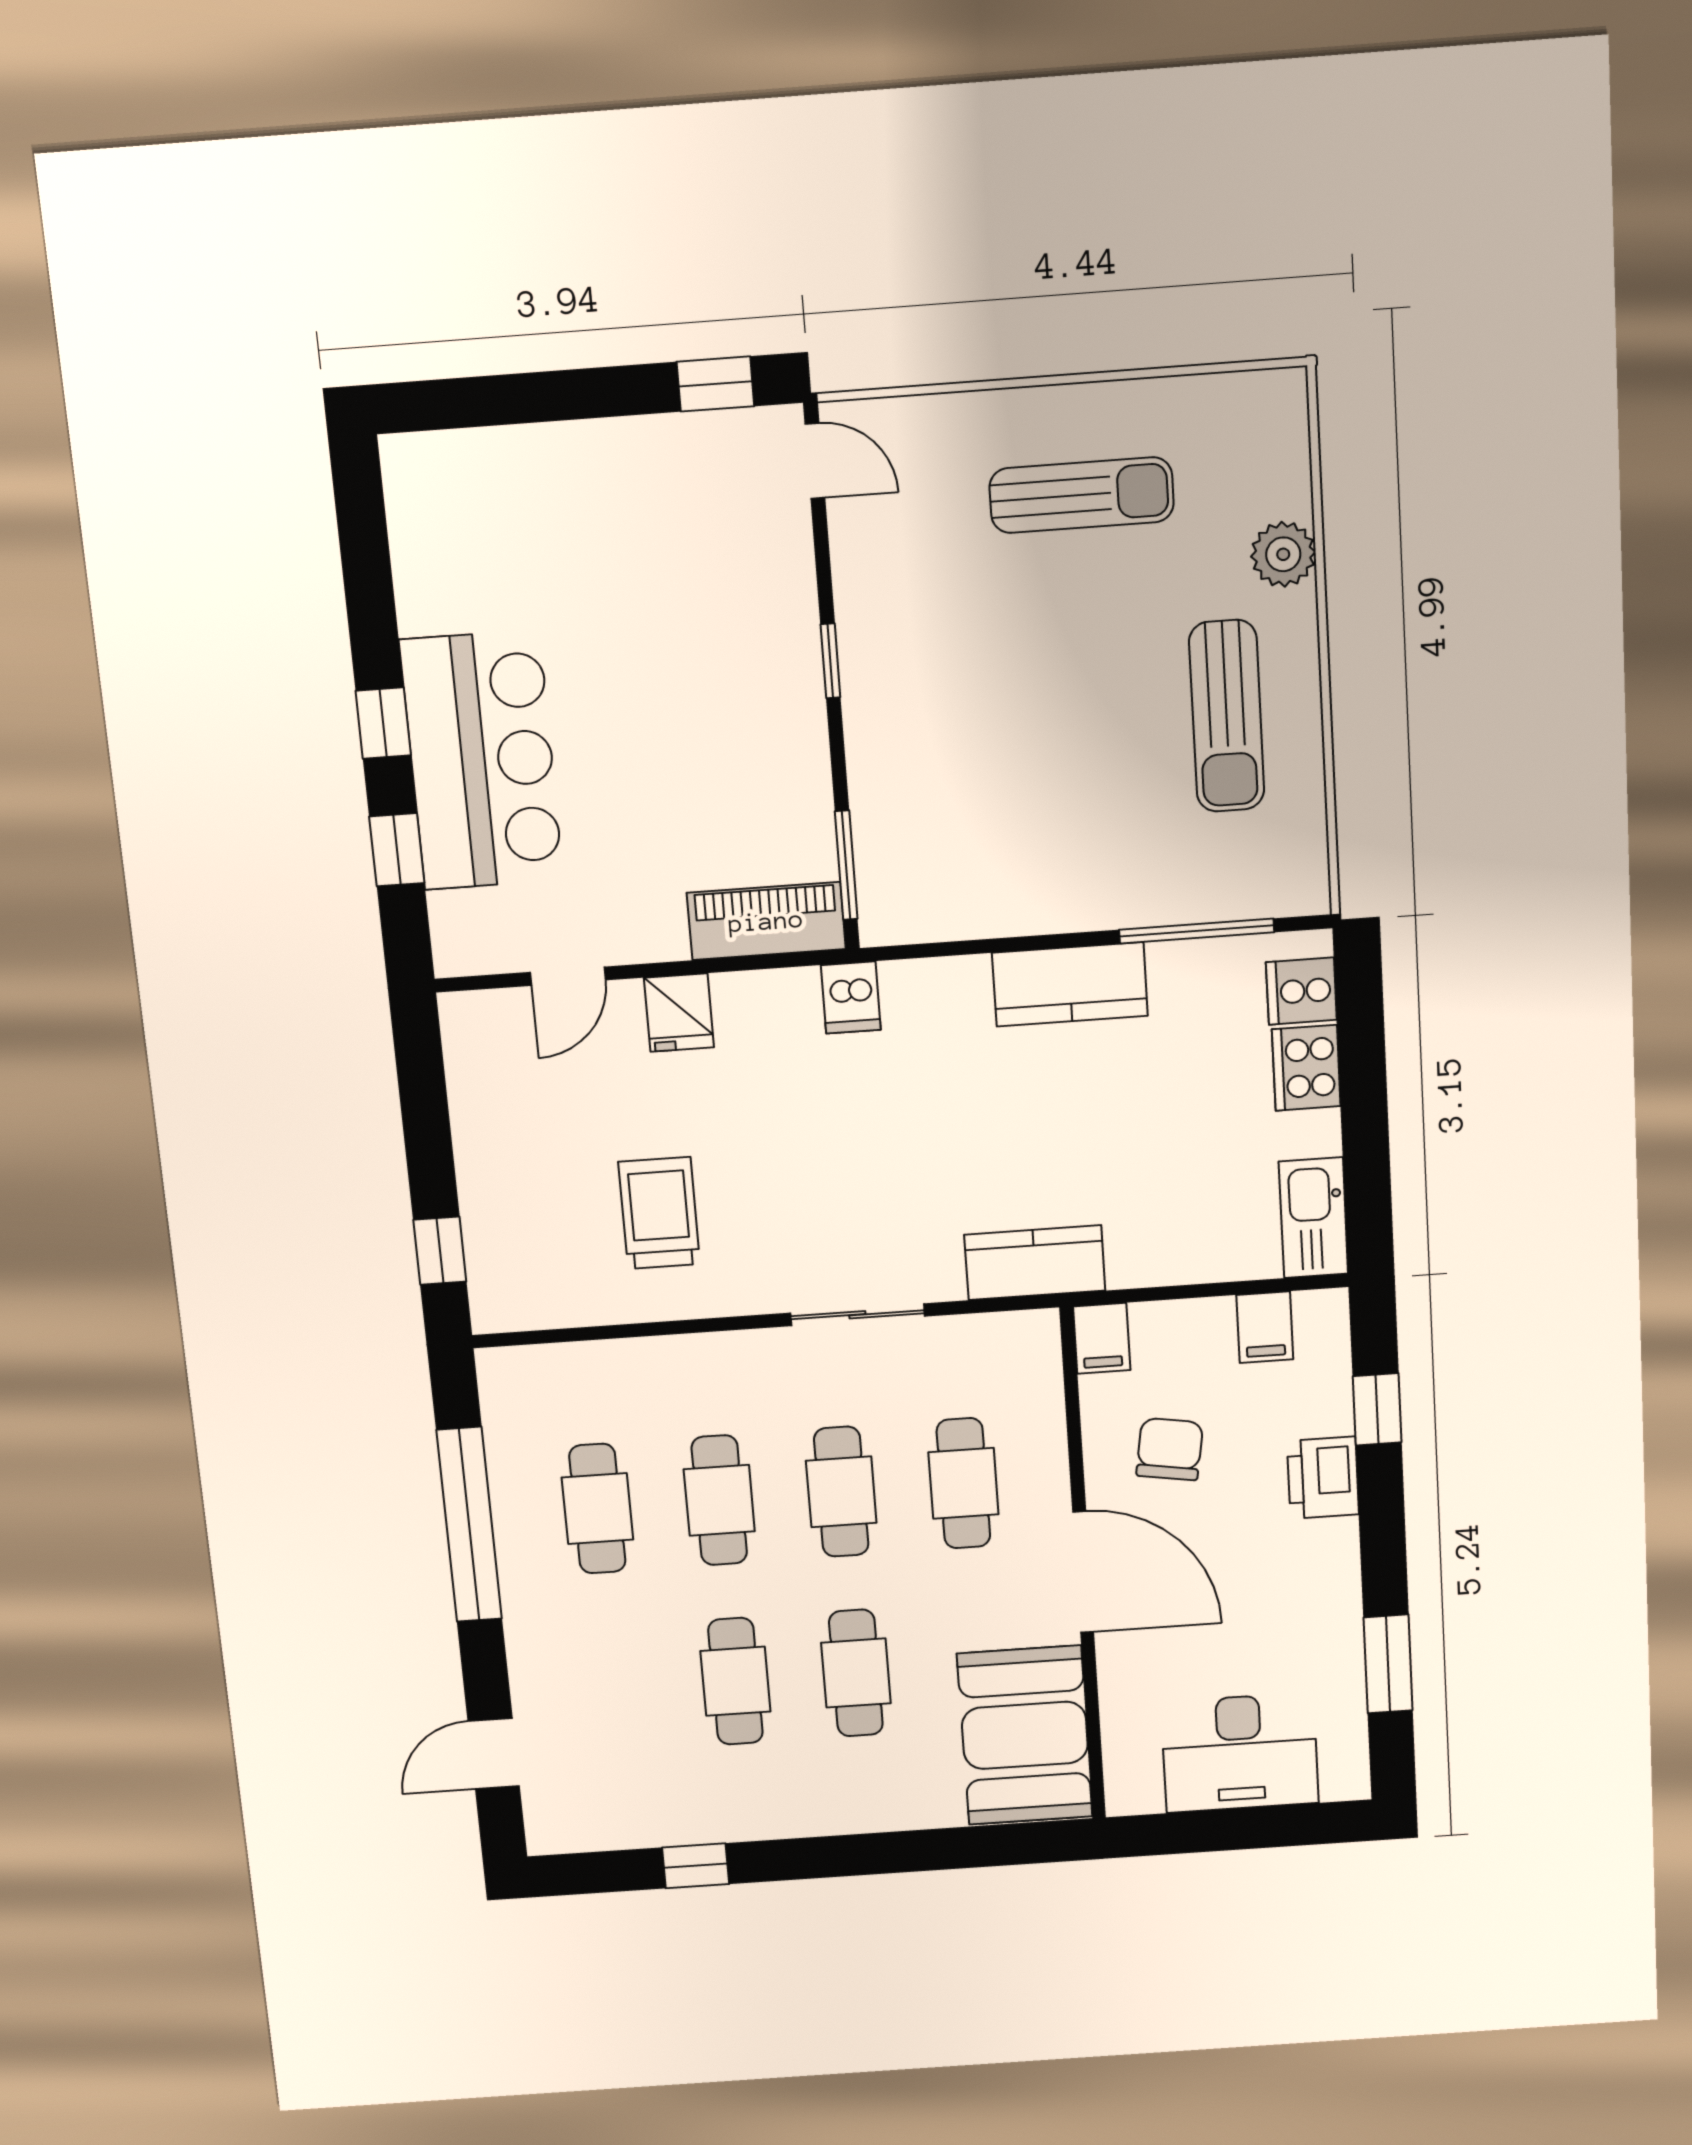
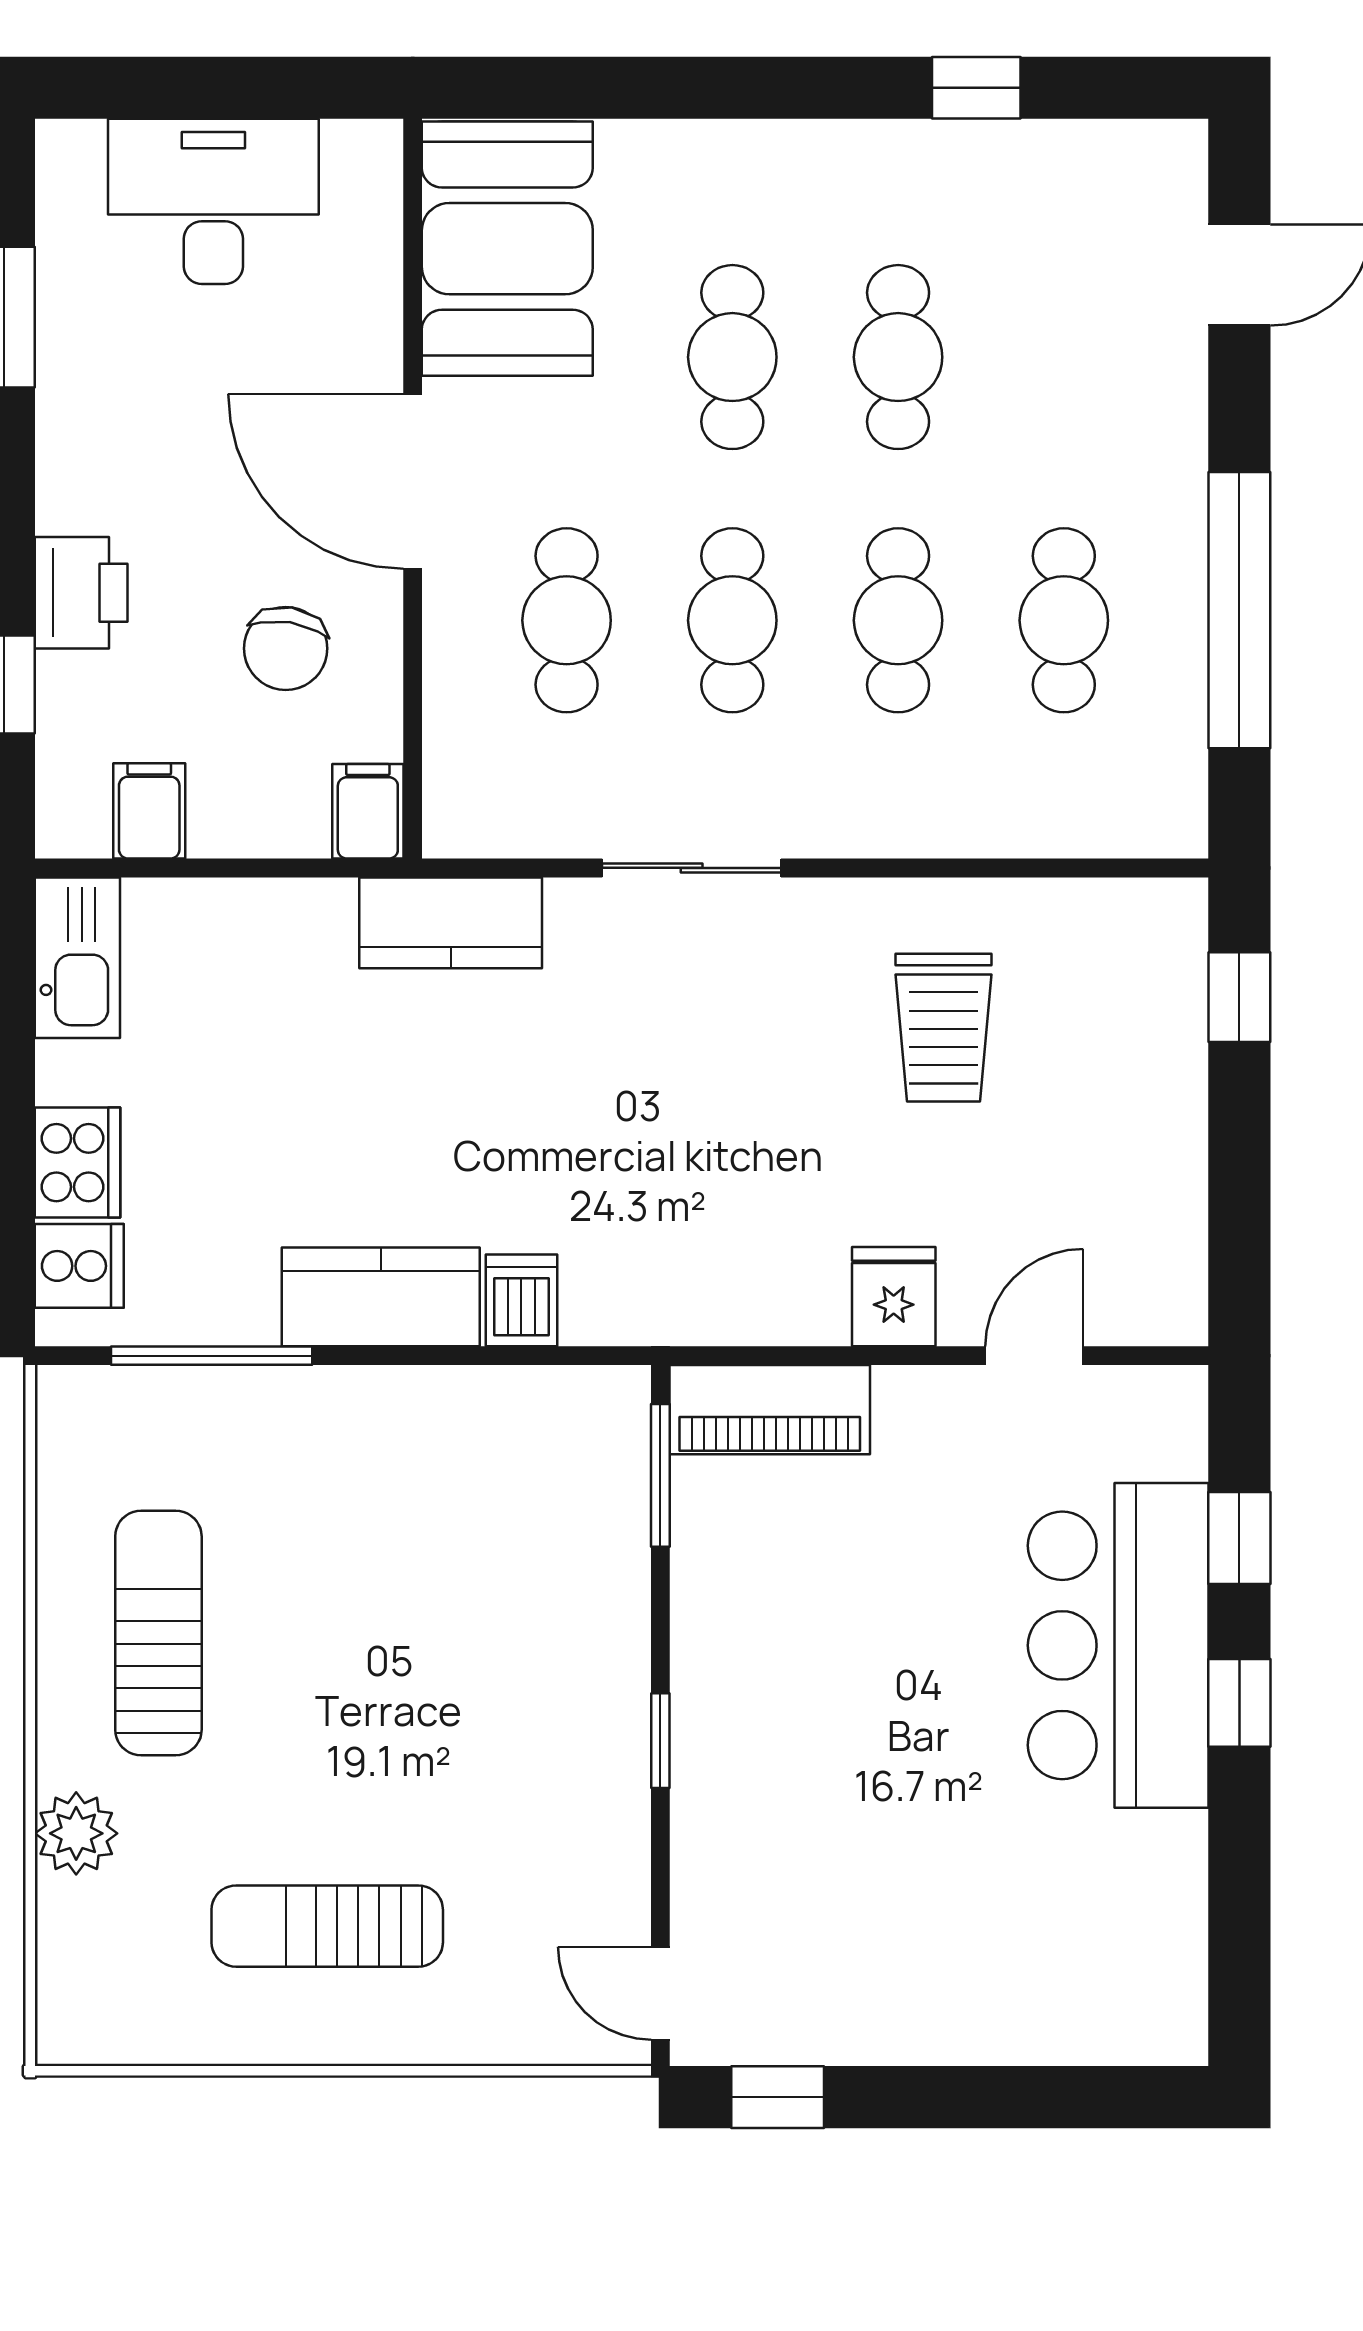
dishwasher: (851, 998) -> (521, 1300), moved

